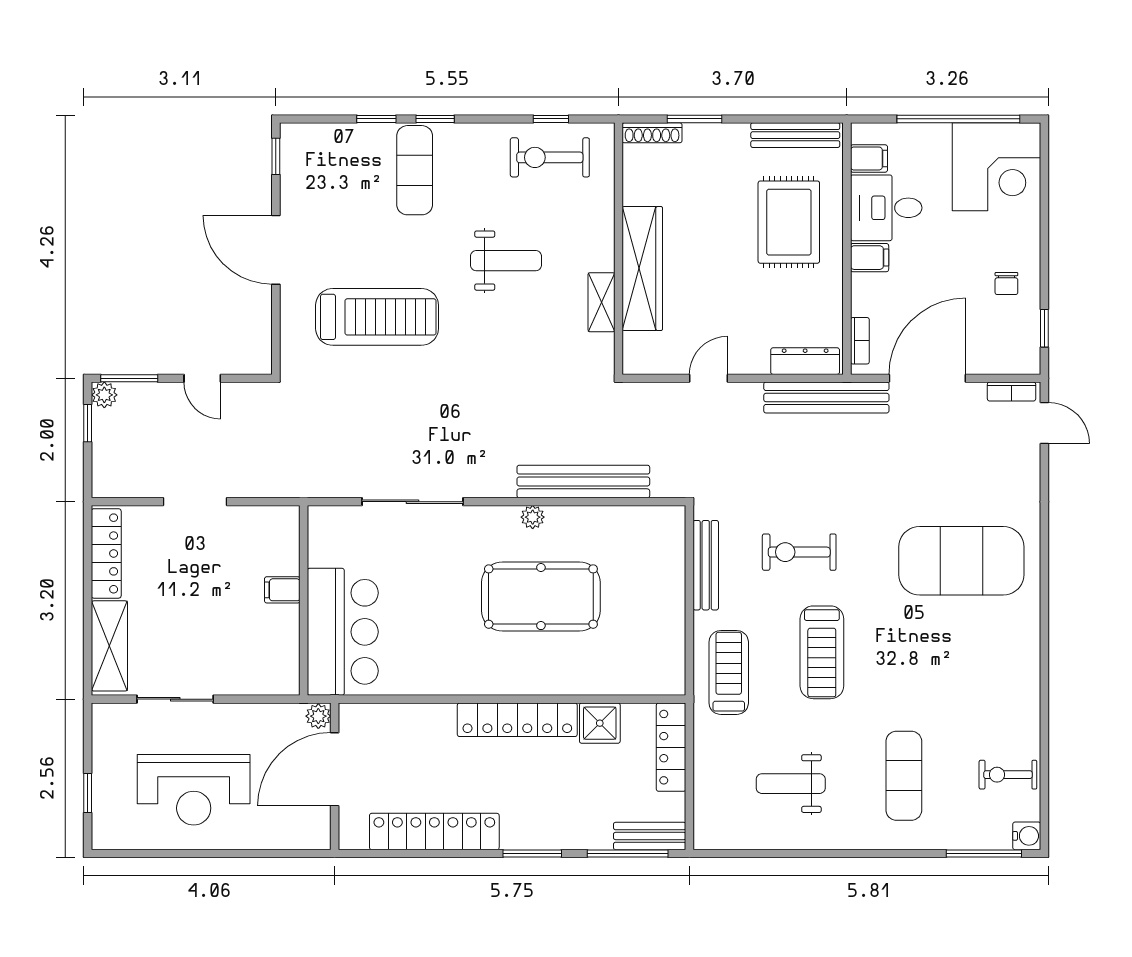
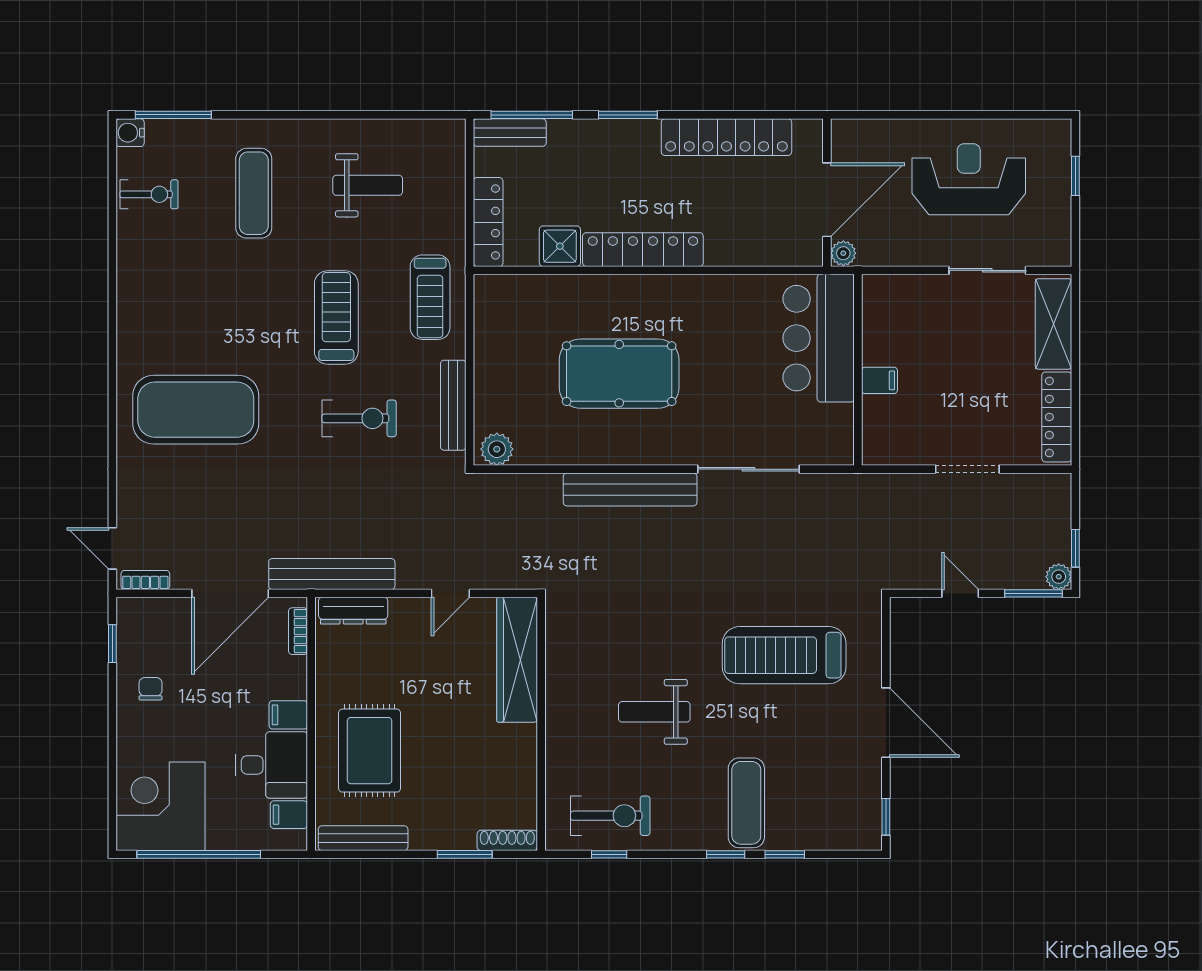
wardrobe: (642, 269) -> (517, 660), moved
shelving: (601, 302) -> (558, 670), removed
bench: (583, 481) -> (630, 489), moved
plant: (533, 517) -> (497, 449), moved, width x1.38, depth x1.38

